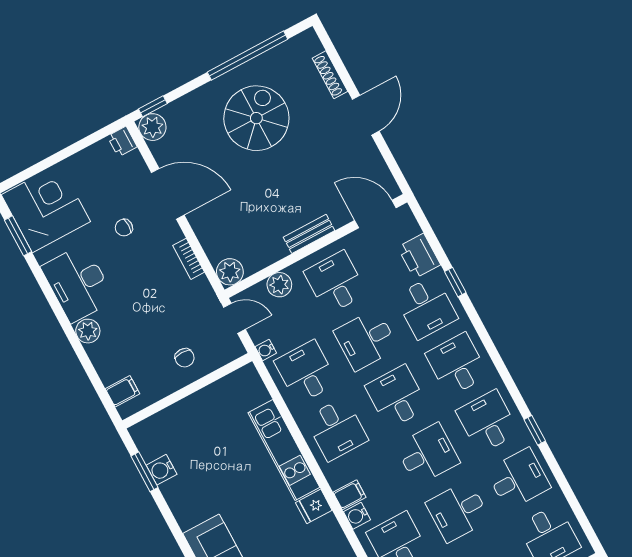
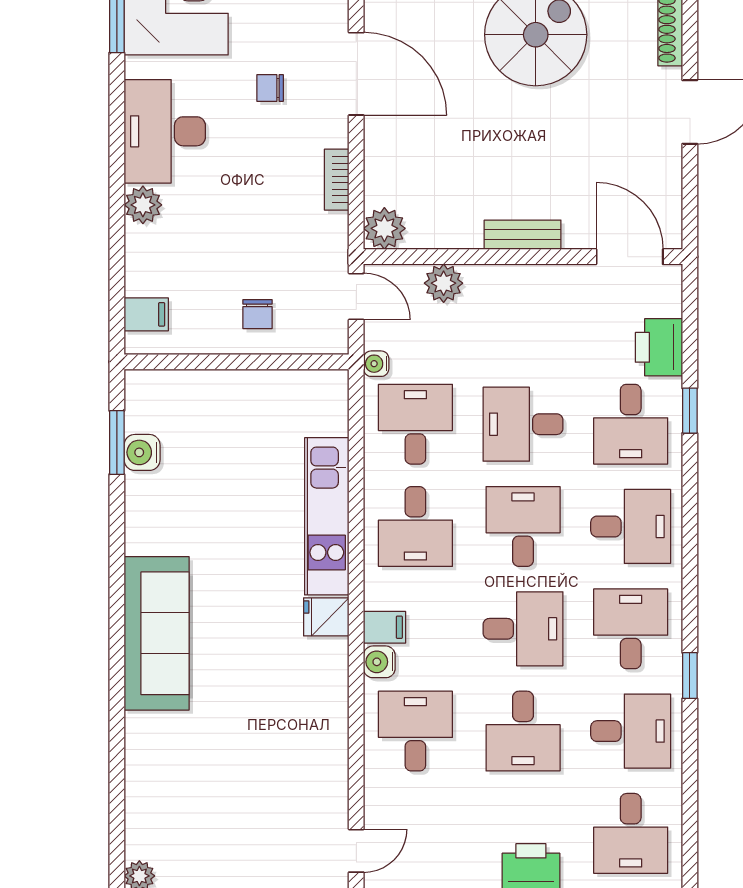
desk: (335, 283) -> (523, 322), removed
desk: (457, 365) -> (631, 526), turned 90
desk: (458, 511) -> (523, 731), turned -90

